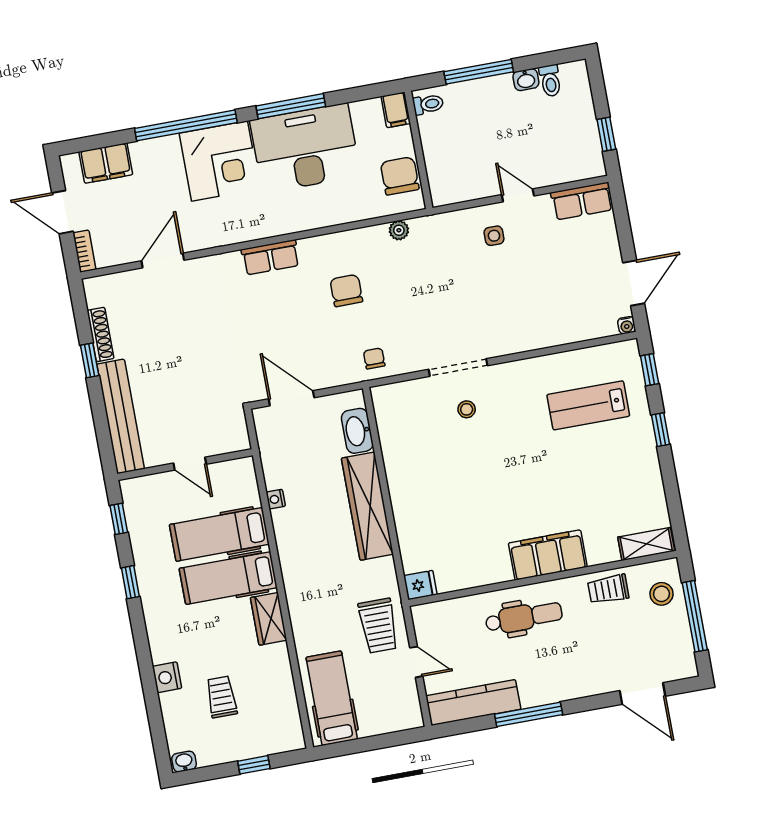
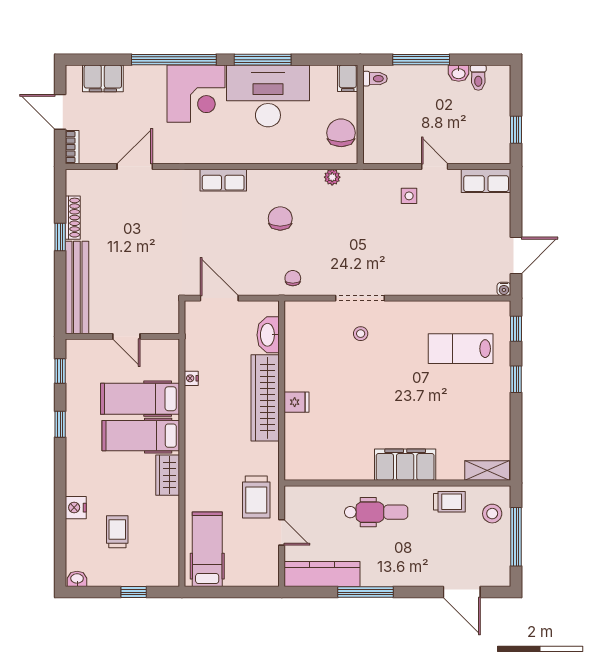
fridge: (420, 585) -> (297, 402), moved
trolley: (608, 589) -> (449, 502), turned 180

